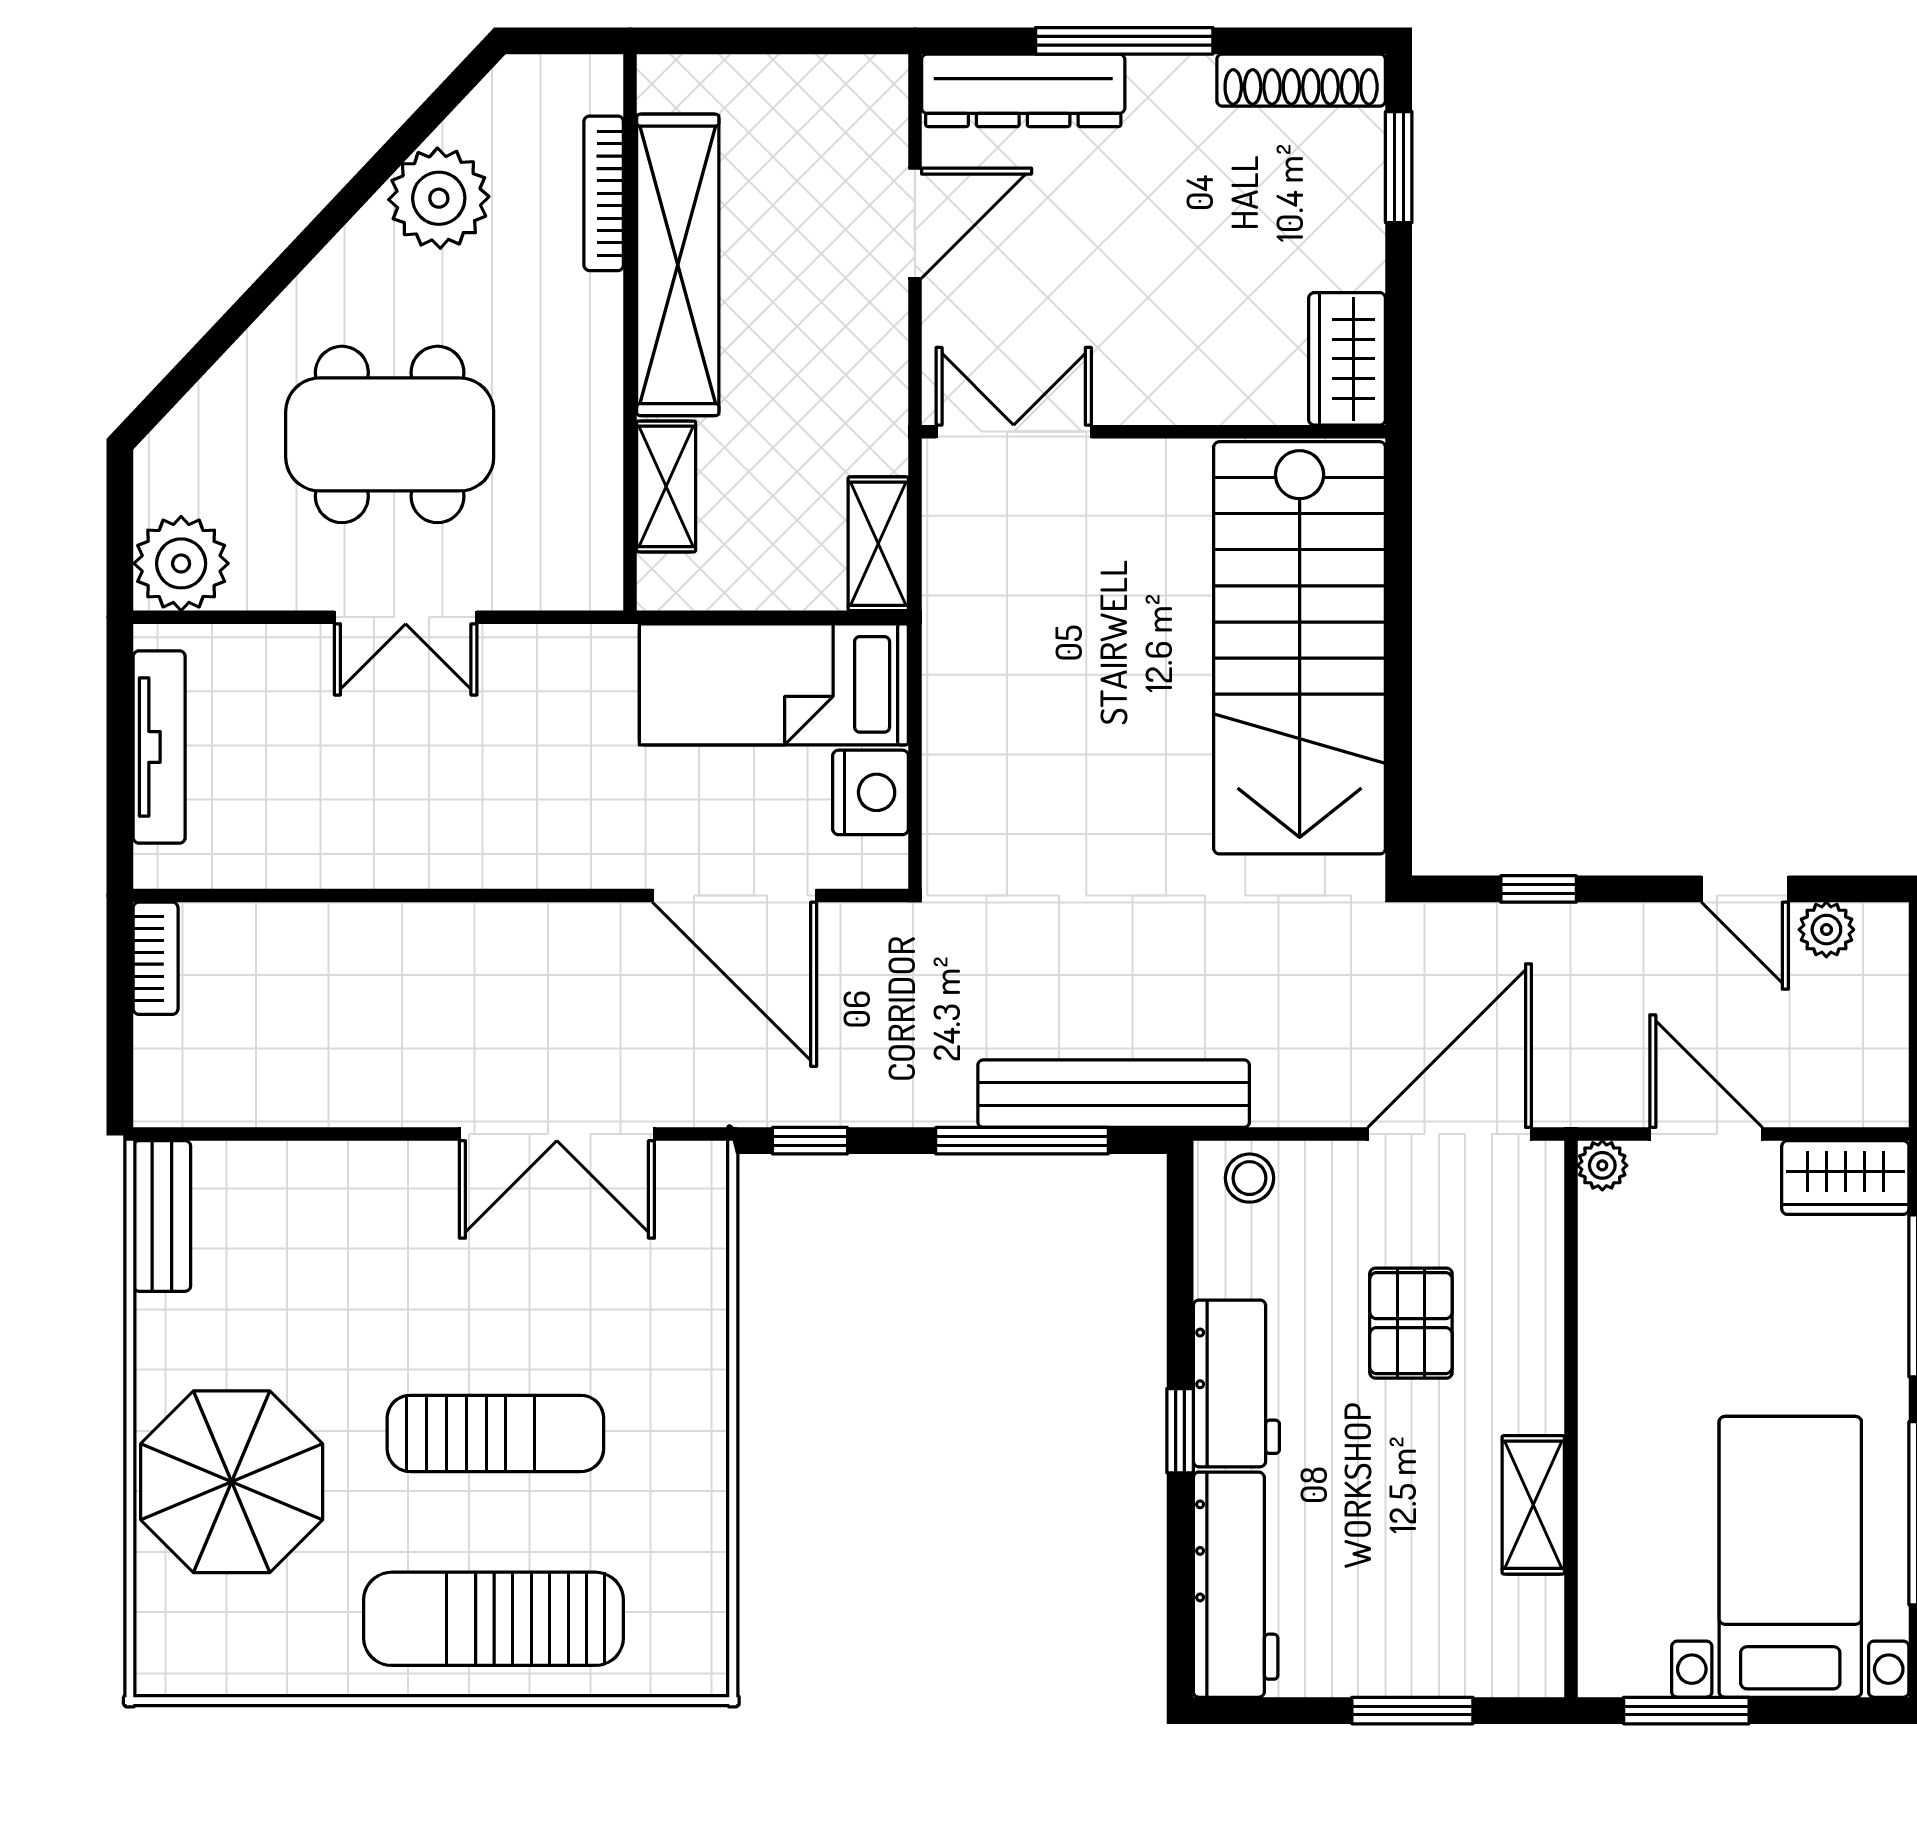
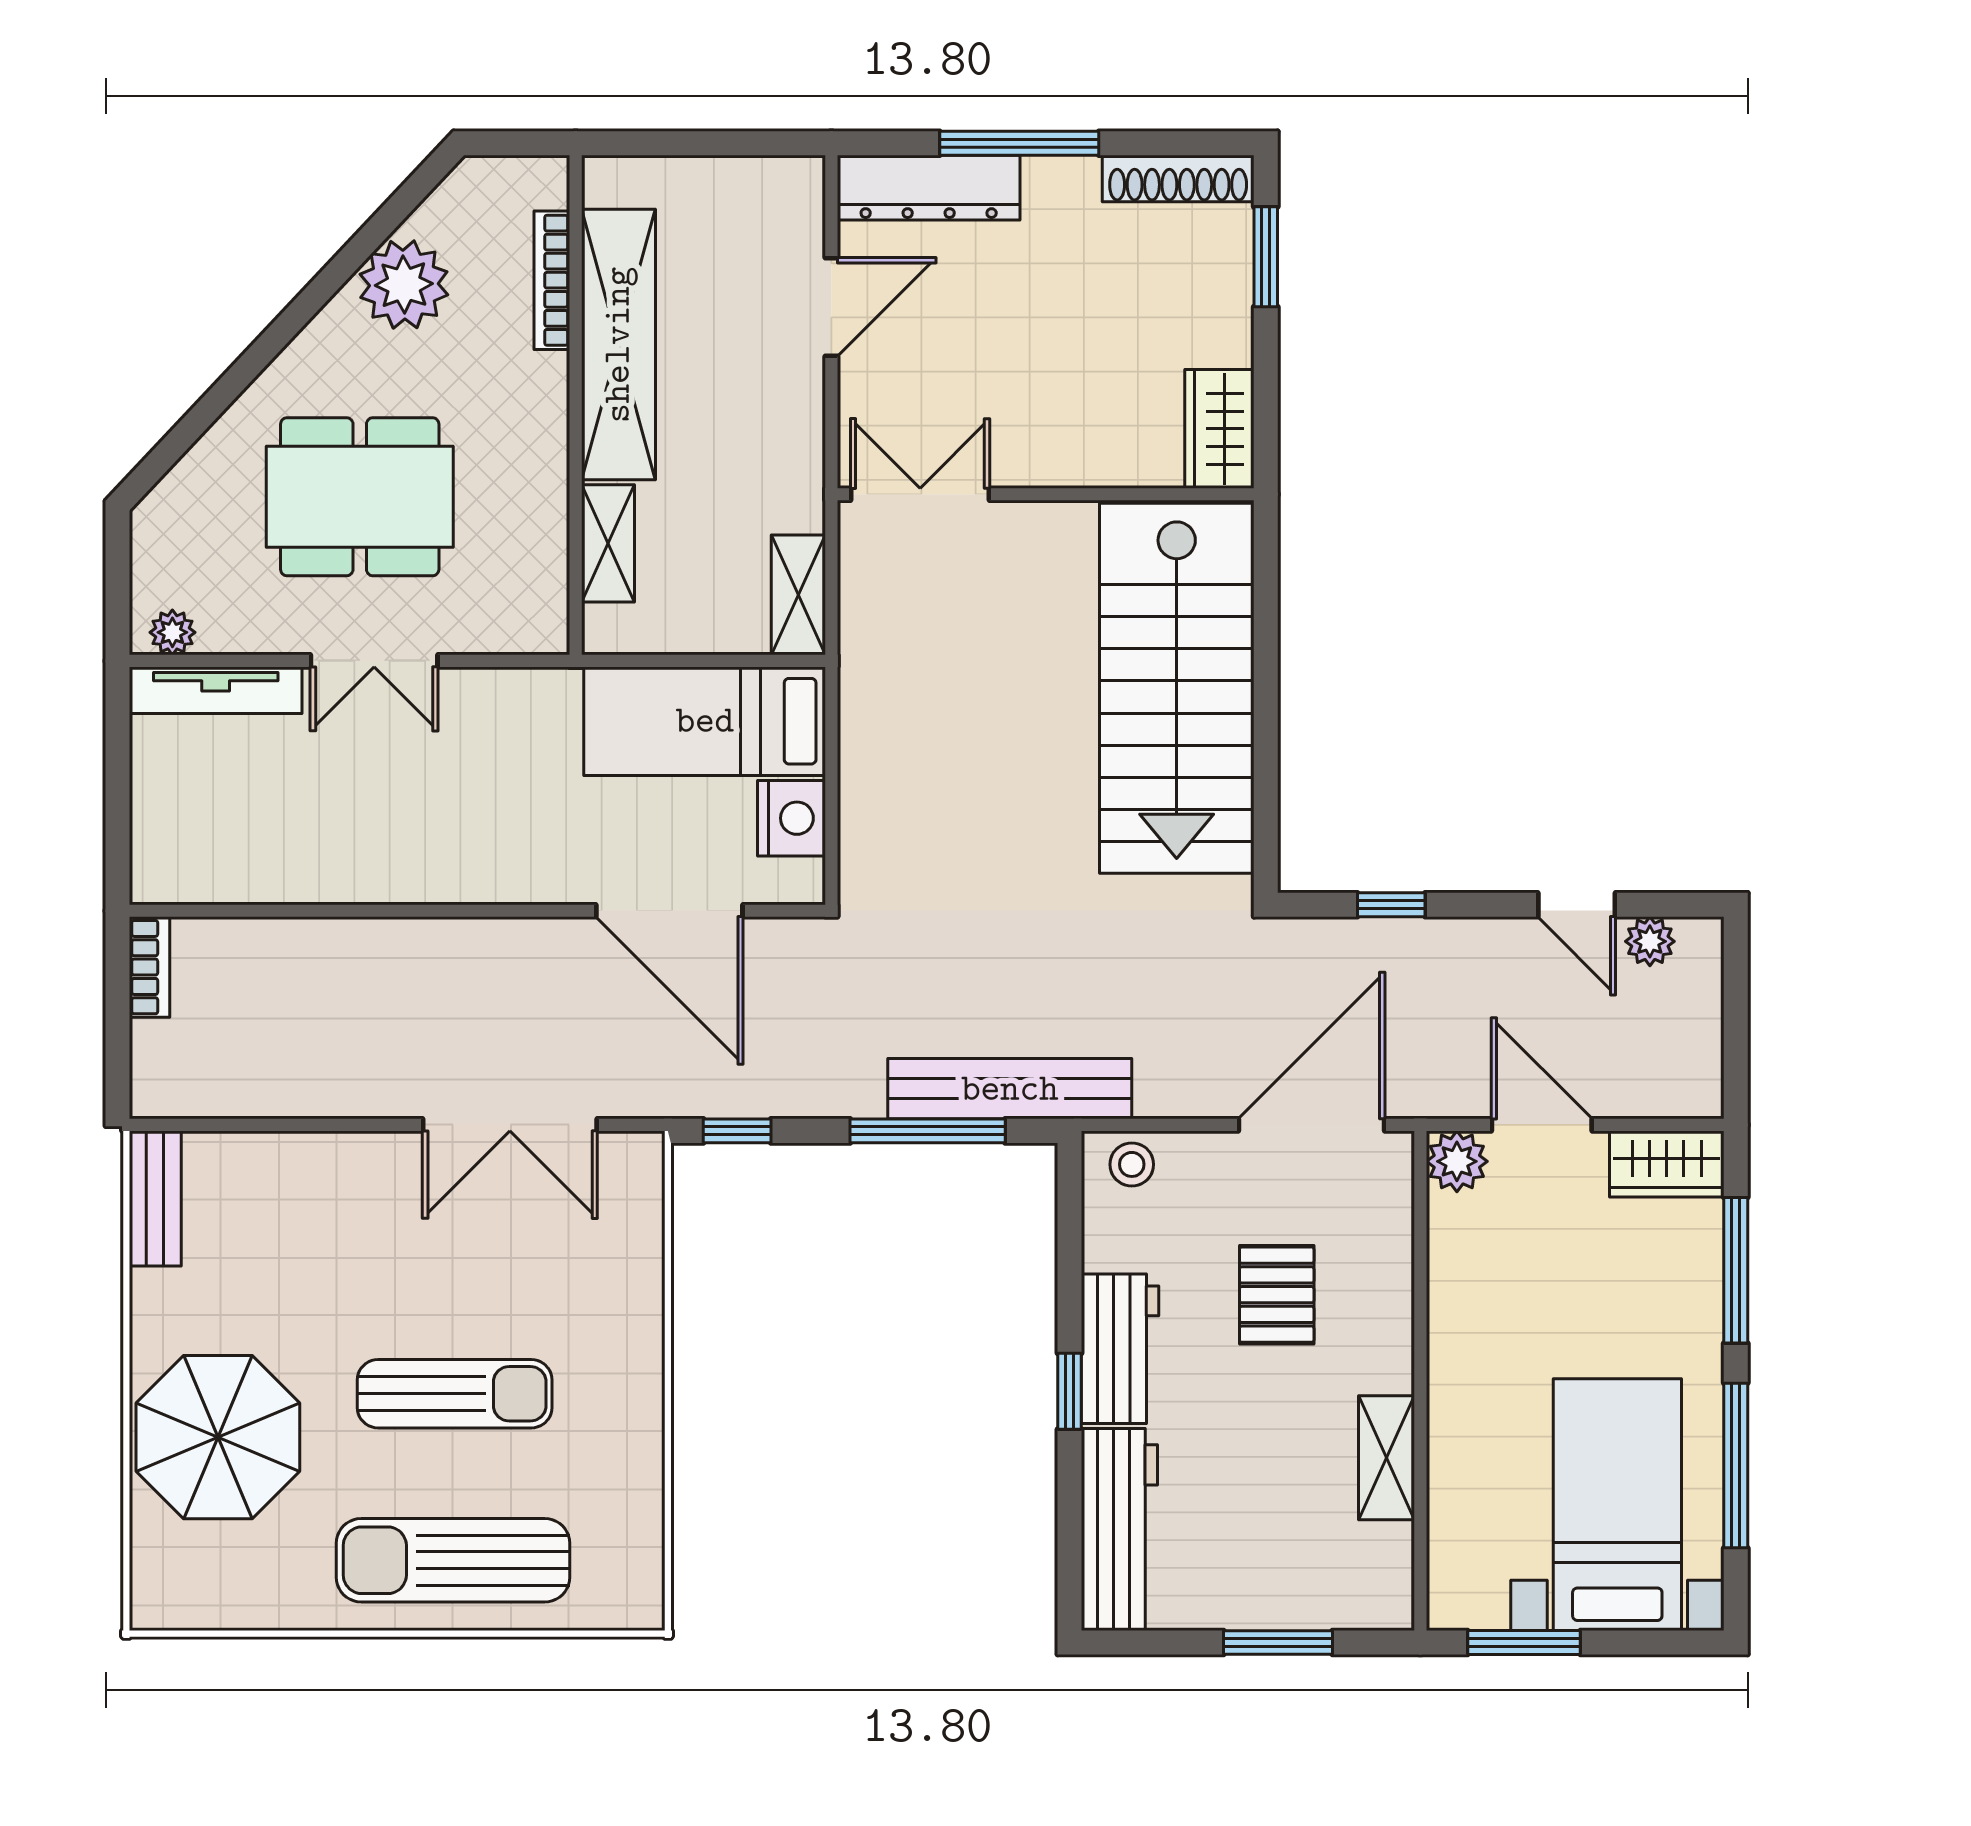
plant: (181, 563) -> (172, 632), width x0.53, depth x0.53
tv unit: (159, 747) -> (216, 690), moved, turned 90
plant: (1602, 1165) -> (1457, 1161), width x1.38, depth x1.38

